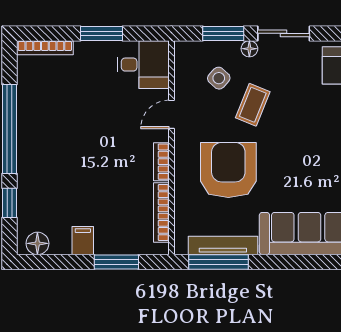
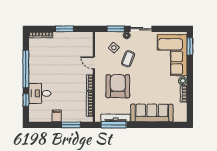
desk: (143, 65) -> (40, 93), moved, turned 180
door: (171, 114) -> (94, 63), hinge flipped
floor lamp: (37, 243) -> (38, 117), removed

